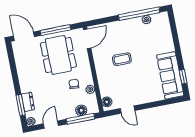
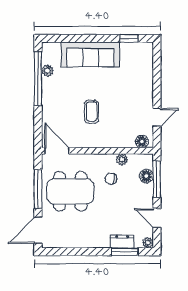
sofa: (170, 75) -> (90, 54), moved

